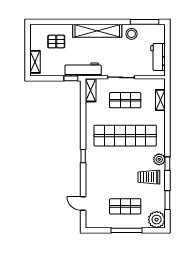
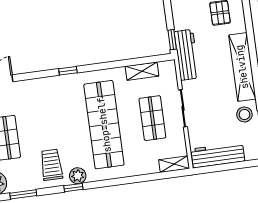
workbench: (158, 57) -> (218, 155), width x1.37
shelving: (91, 90) -> (142, 71), moved
shelving: (160, 100) -> (174, 164), moved

